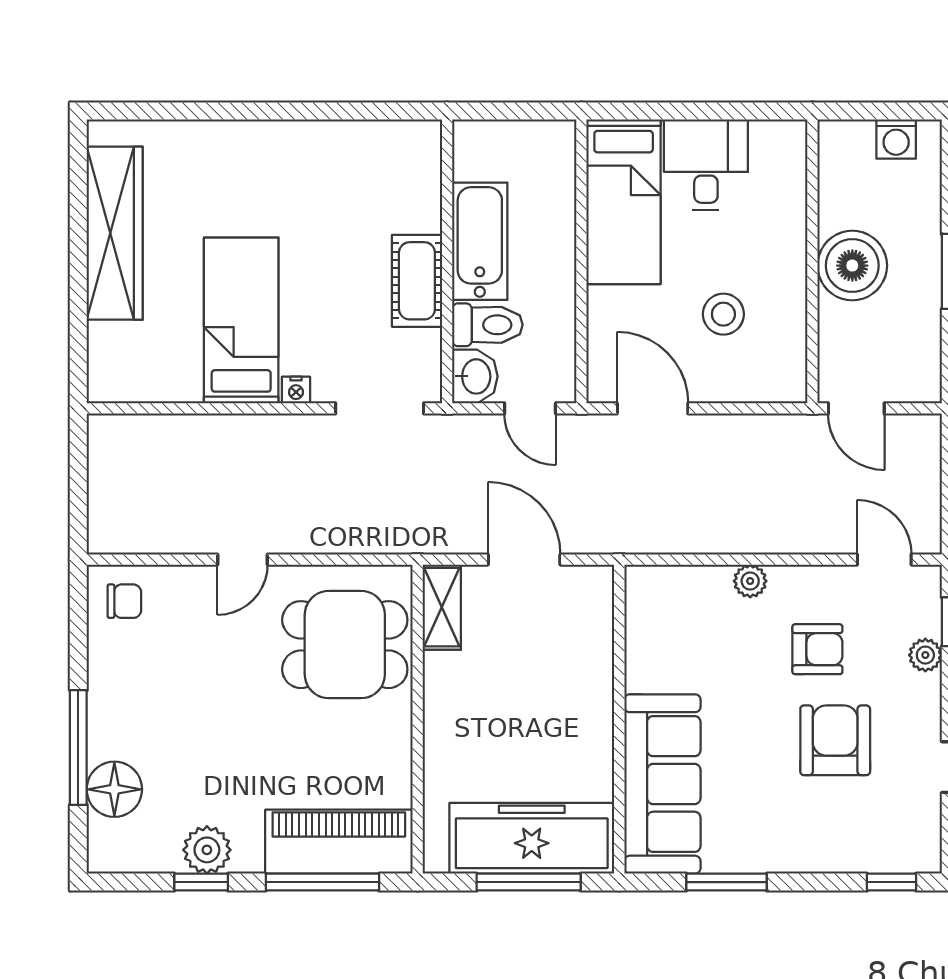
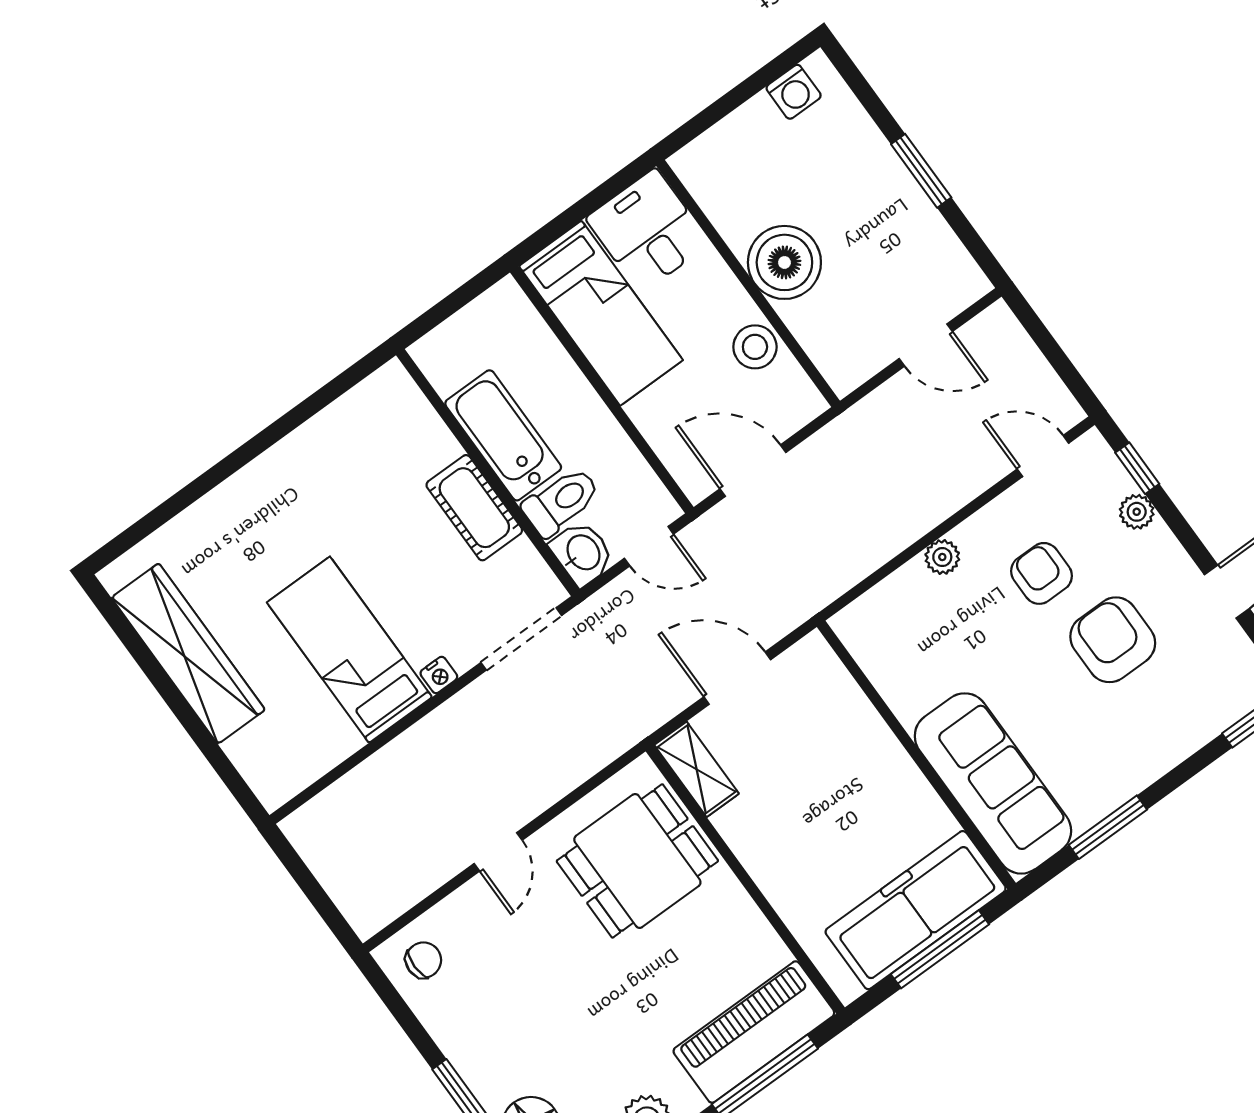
wall: (812, 261) -> (748, 283), moved
boiler: (852, 266) -> (784, 262), moved
armchair: (817, 649) -> (1041, 573), turned -90

